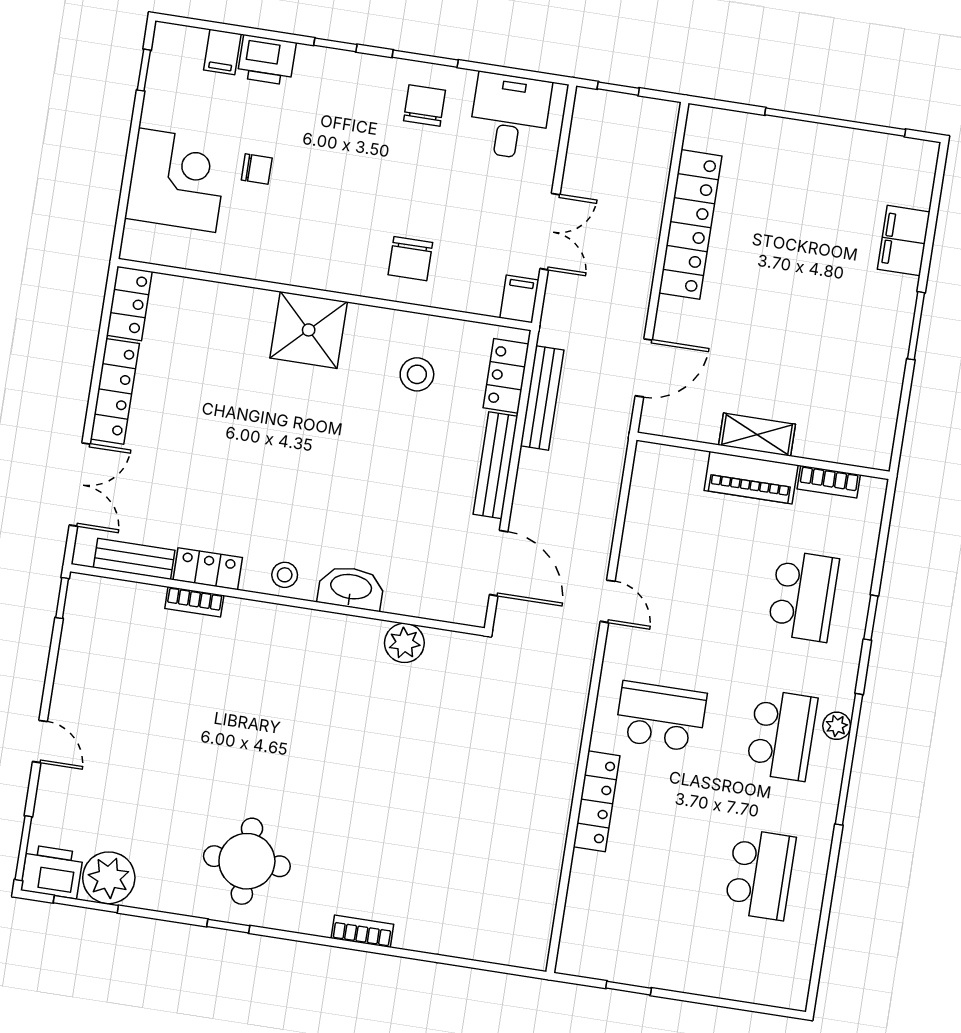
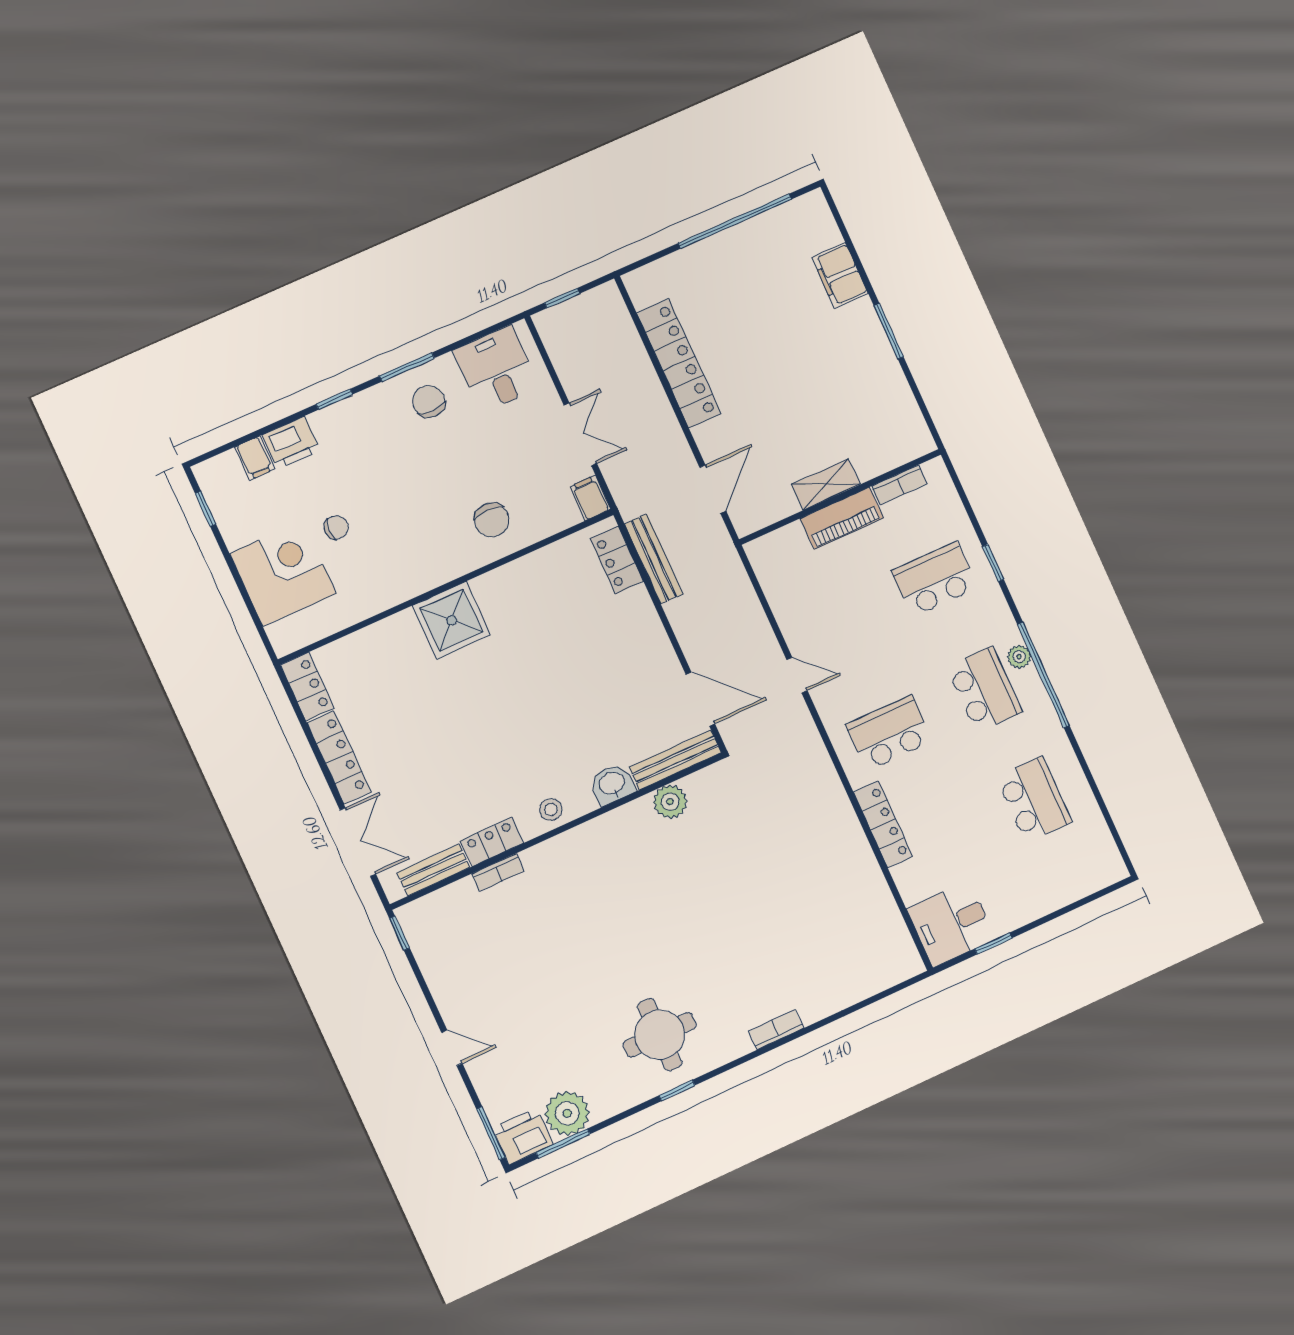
stool: (417, 374) -> (552, 601), removed
bench: (495, 465) -> (675, 760), moved, turned 90
washbasin: (351, 588) -> (612, 784), width x0.72
school desk: (803, 596) -> (935, 579), turned -90
desk: (600, 942) -> (951, 924), added

